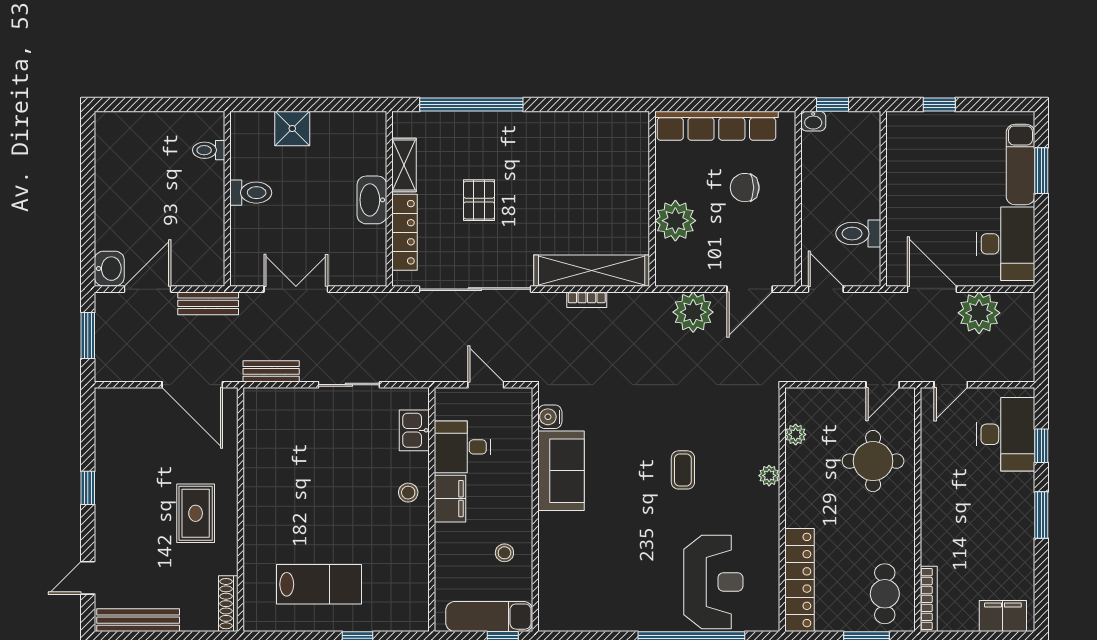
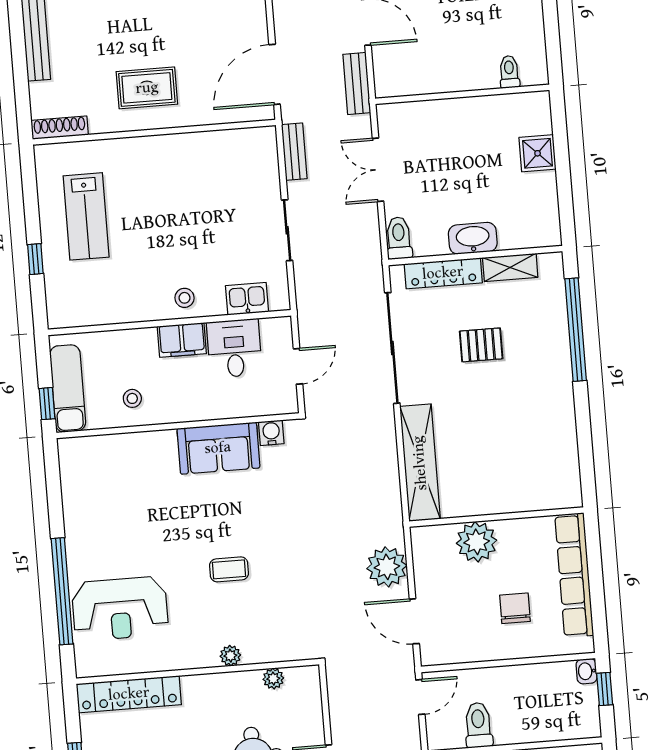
toilet: (251, 193) -> (399, 238), moved, turned 180
double door: (296, 289) -> (378, 170), swing flipped
bookcase: (587, 300) -> (391, 460), removed

